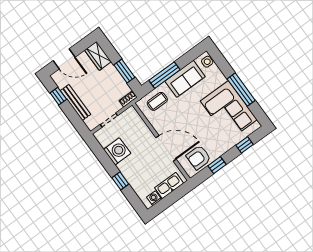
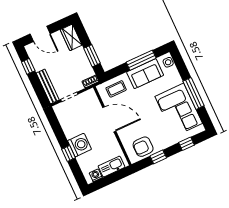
window: (164, 75) -> (141, 60), moved
bench: (75, 102) -> (48, 86), moved
door: (166, 148) -> (109, 119), moved
washing machine: (117, 151) -> (80, 145), moved

